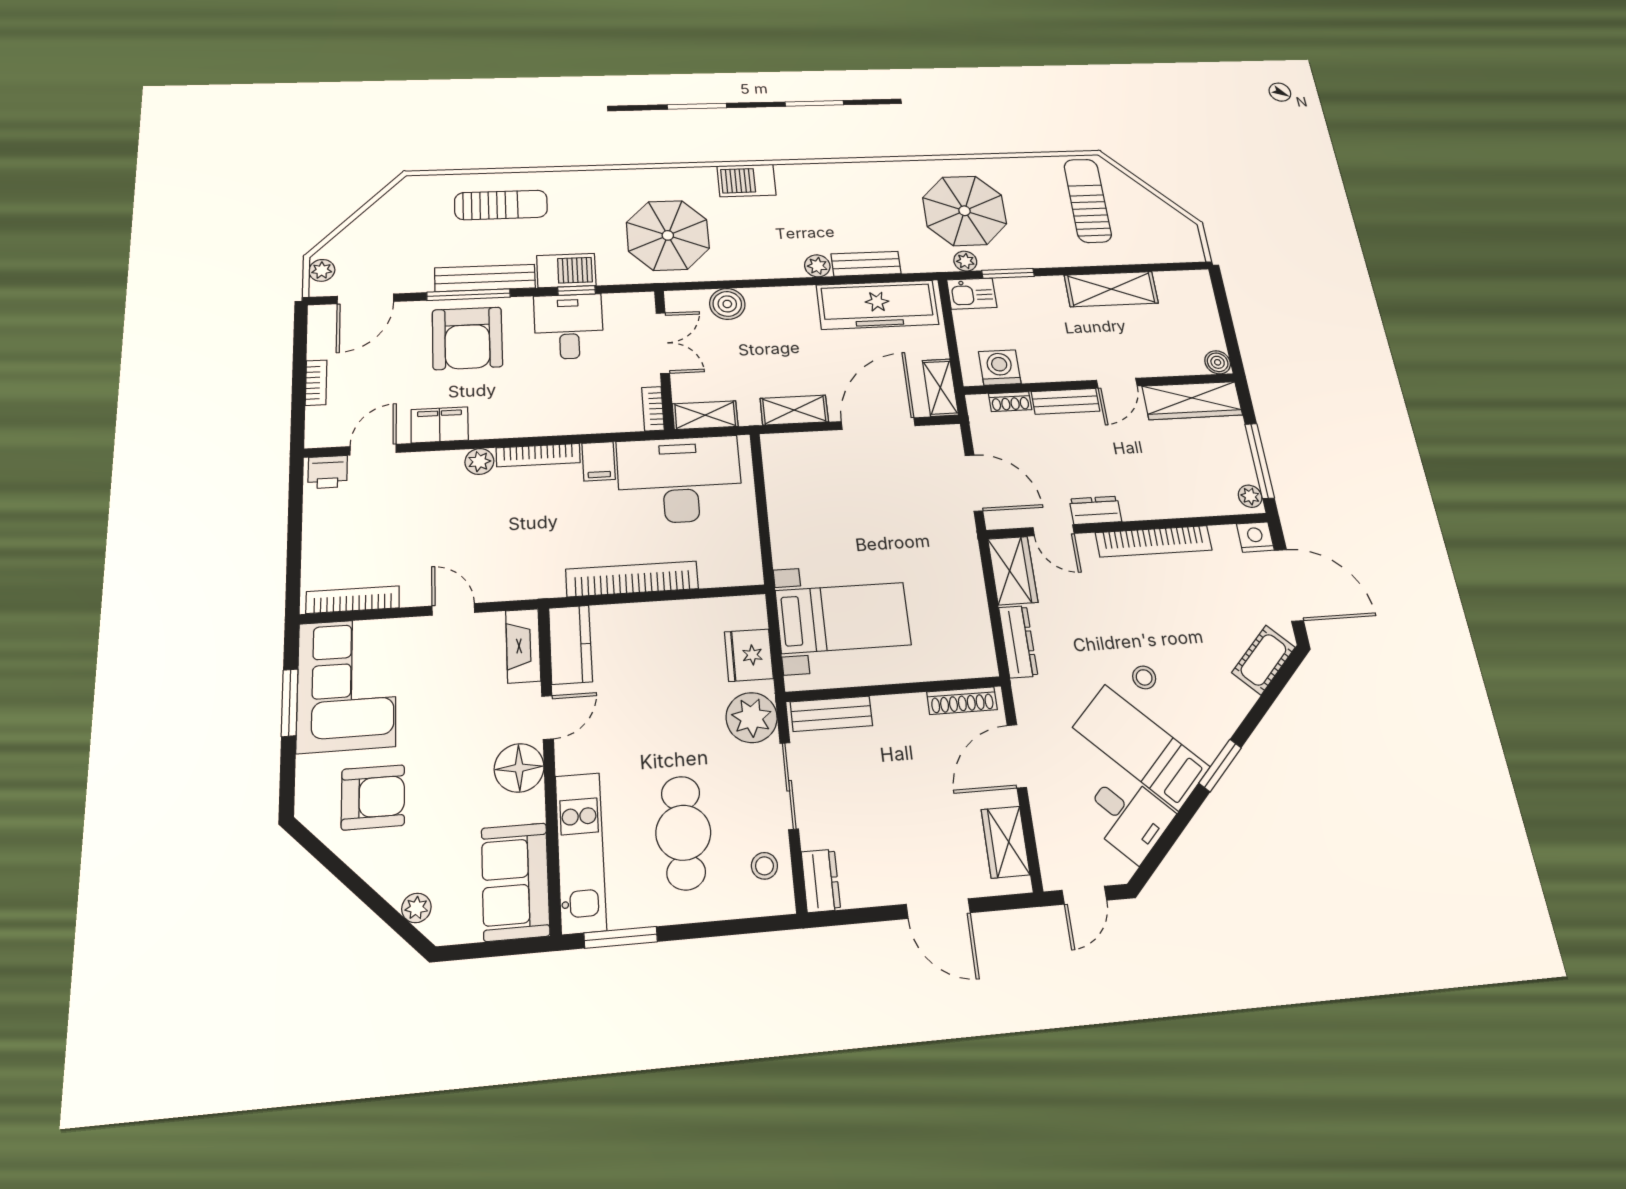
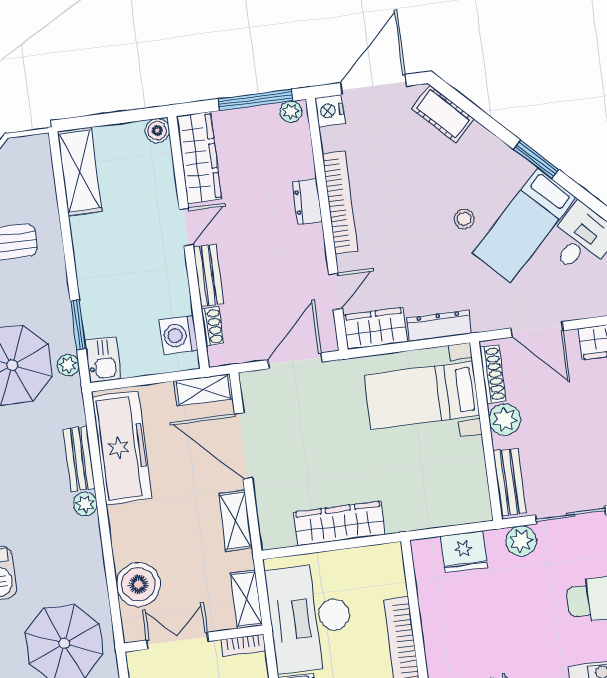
shelving: (1111, 289) -> (80, 171), moved
boiler: (727, 304) -> (138, 584), width x1.37, depth x1.37
door: (1117, 383) -> (186, 227), hinge flipped
dresser: (1095, 510) -> (307, 201), moved
wardrobe: (788, 518) -> (340, 523), added
bed with nightstands: (843, 618) -> (422, 395), moved, turned -90
plant: (907, 712) -> (505, 420), added
plant: (752, 718) -> (521, 541), width x0.73, depth x0.73

